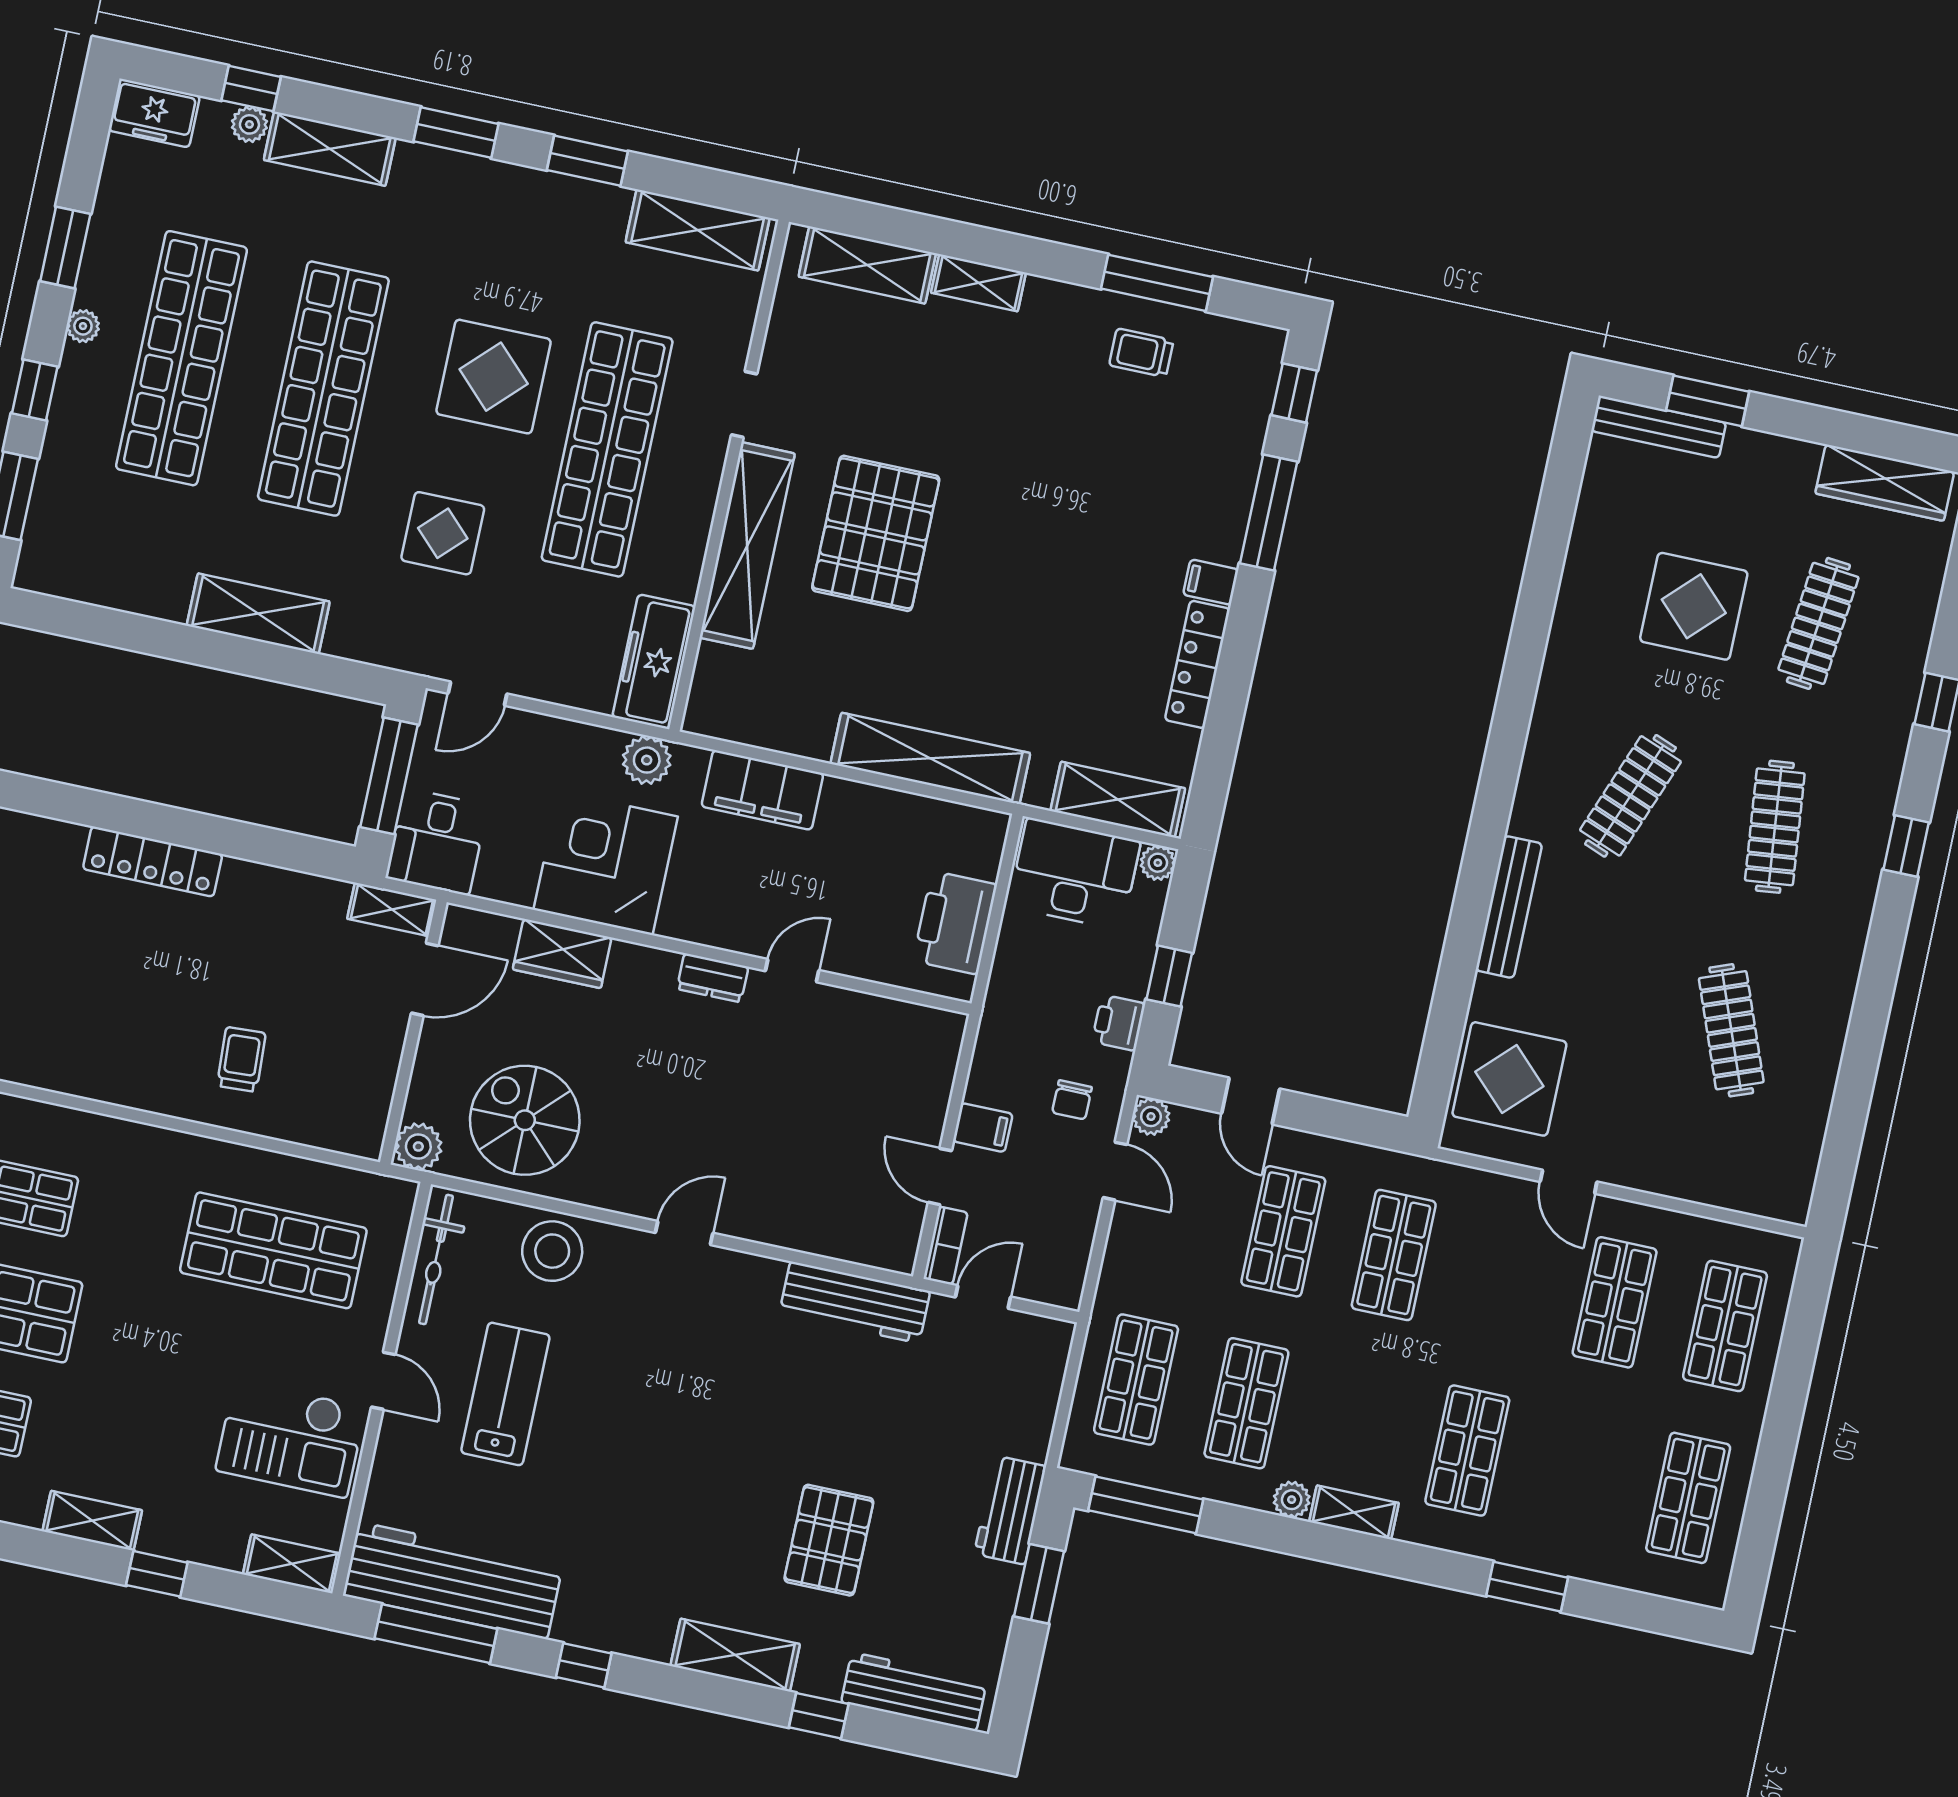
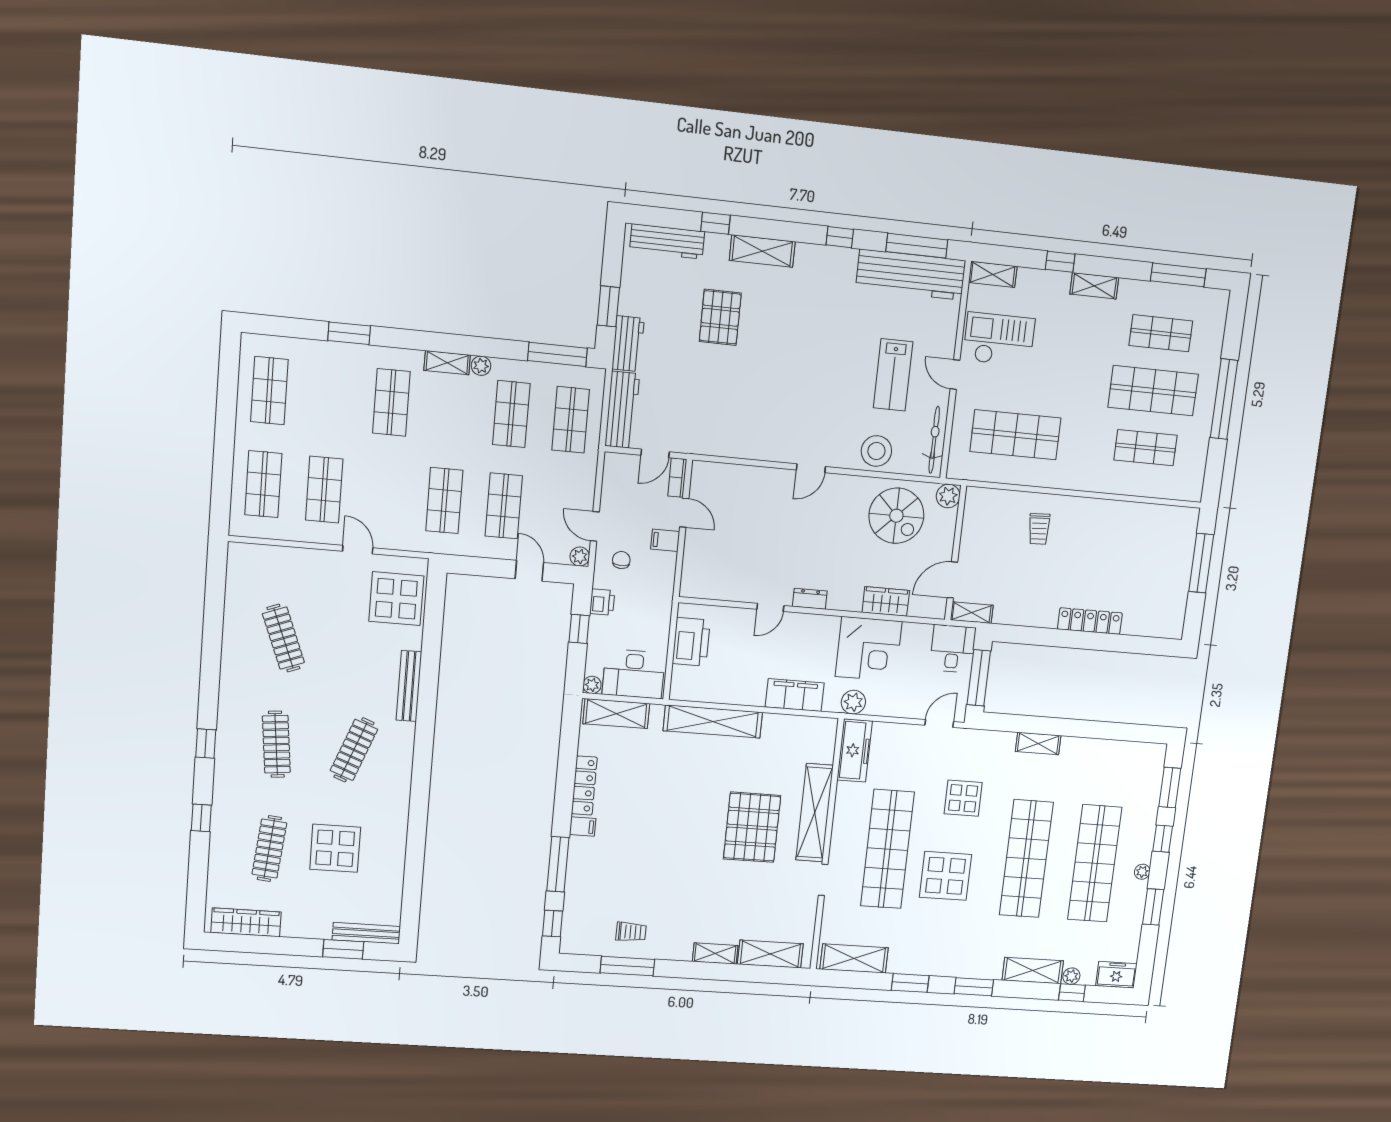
shelving: (258, 614) -> (1038, 744), width x0.67, depth x0.75
workbench: (855, 1302) -> (622, 410), moved, turned 90

